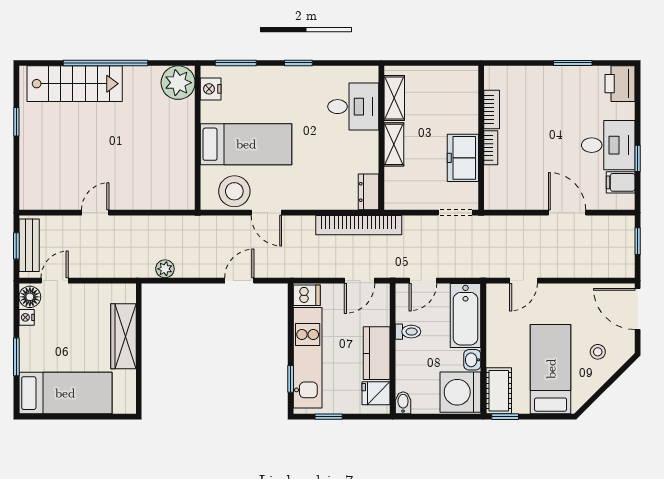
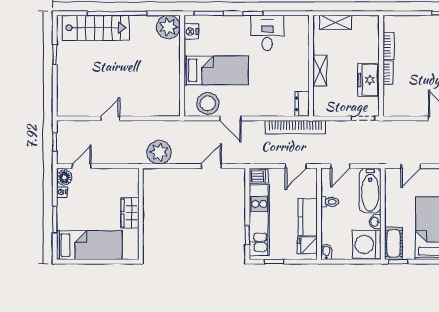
shelving: (394, 98) -> (336, 22), moved, turned 90
desk: (353, 107) -> (267, 33), moved, turned -90
bench: (29, 245) -> (64, 141), removed
plant: (165, 269) -> (159, 152), width x1.88, depth x1.88
wardrobe: (123, 336) -> (130, 213), width x0.67

